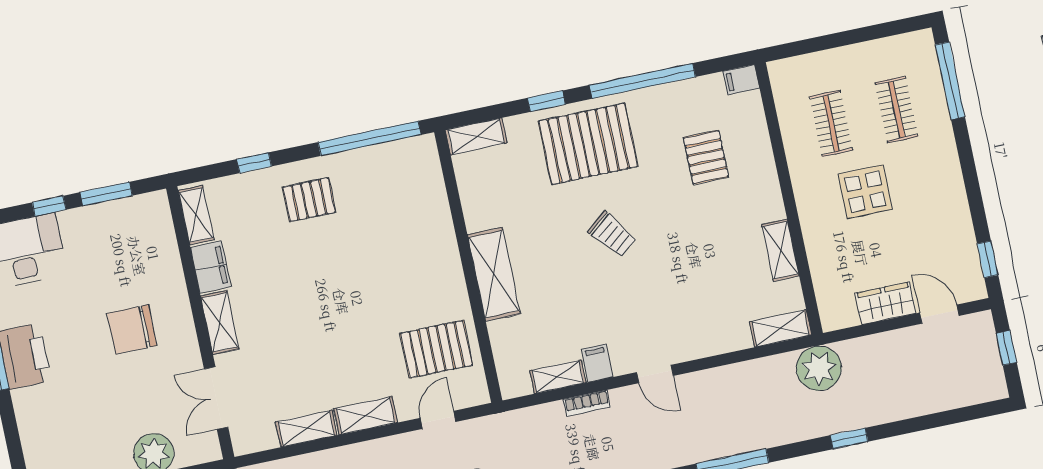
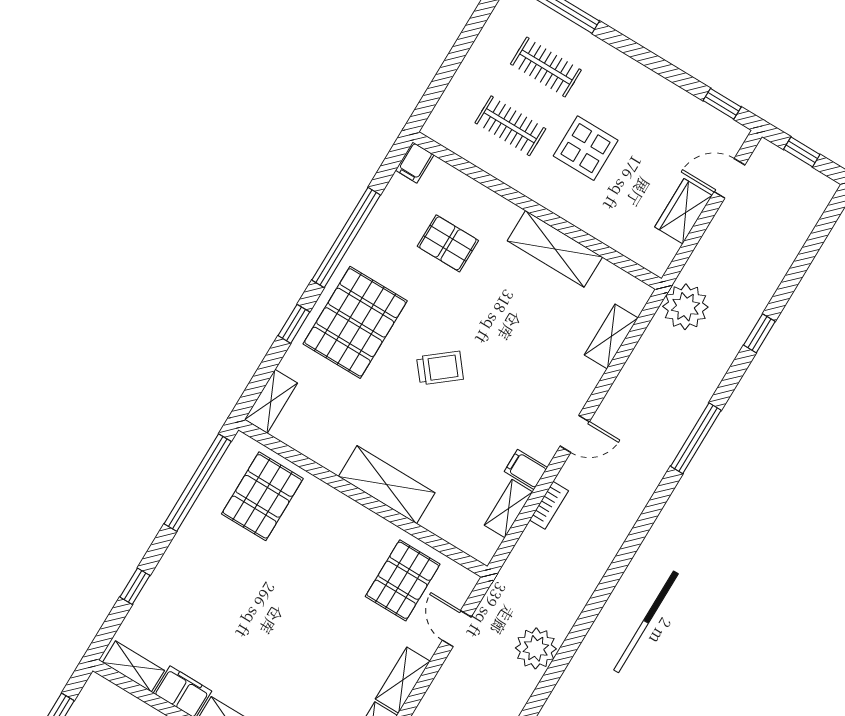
pallet: (309, 200) -> (262, 496), moved, width x1.50, depth x1.42
shelving: (780, 250) -> (555, 249), width x1.50, depth x1.33
shelving: (781, 328) -> (611, 336), moved

